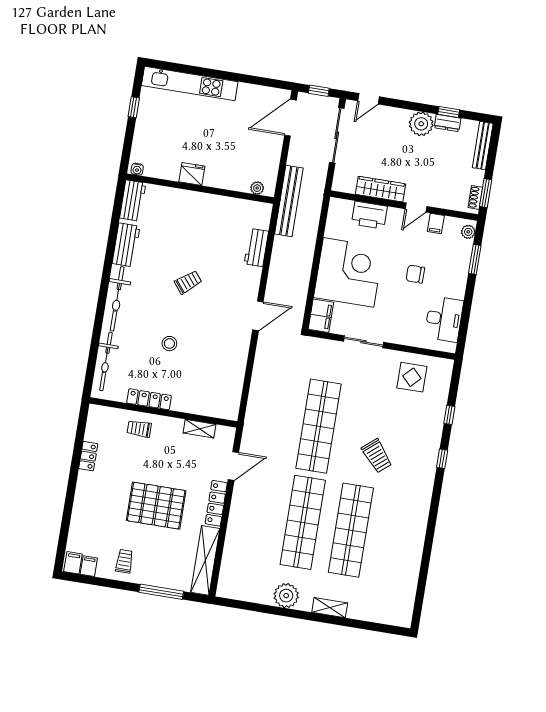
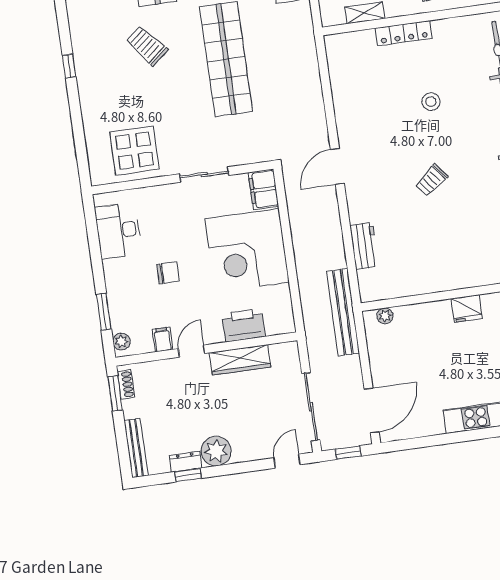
display table: (412, 377) -> (134, 151), width x1.36, depth x1.36
locker: (149, 399) -> (404, 33), moved
window: (449, 415) -> (77, 120), removed

